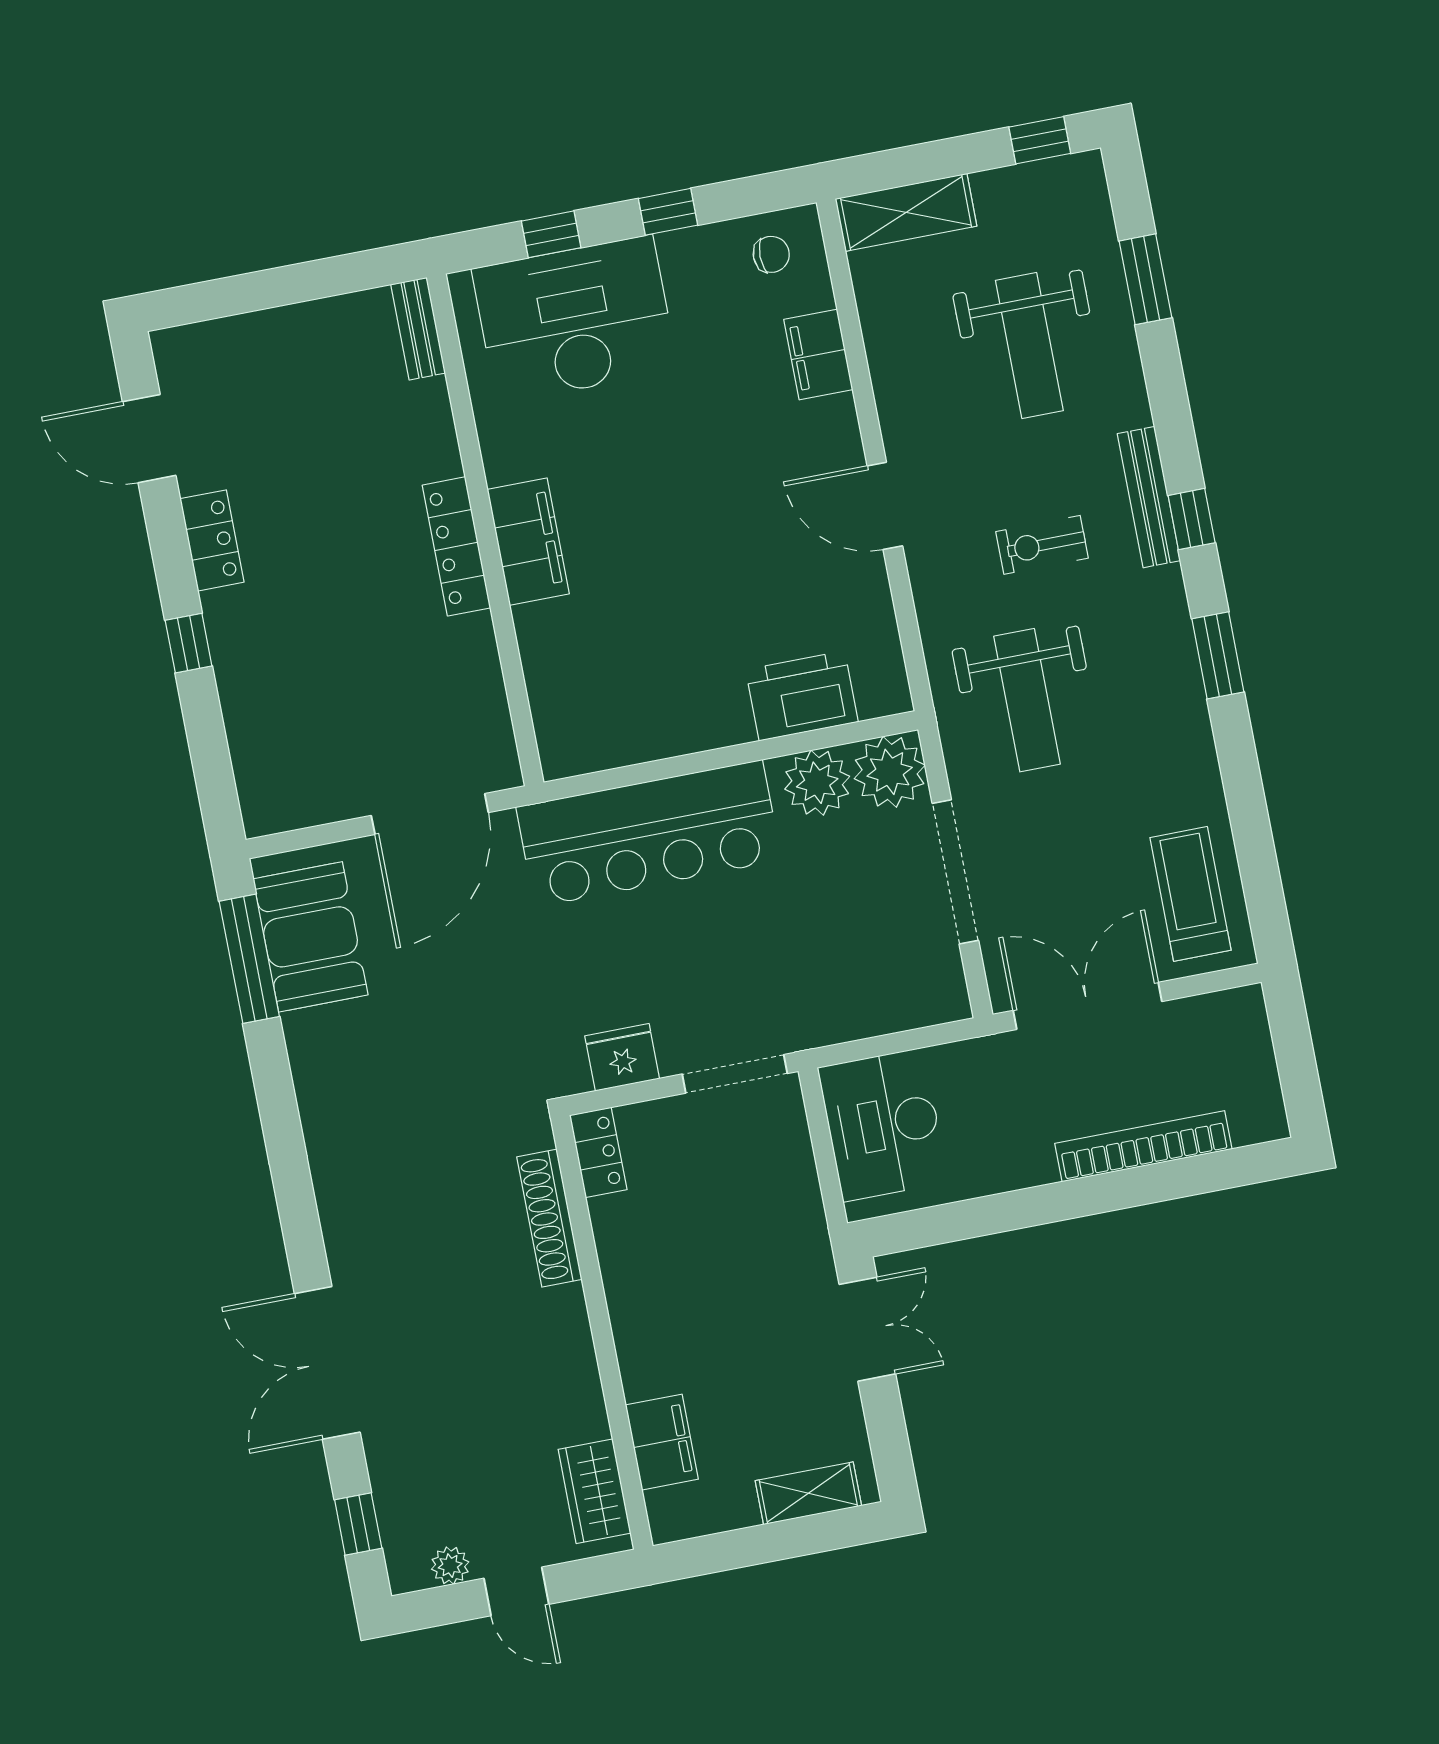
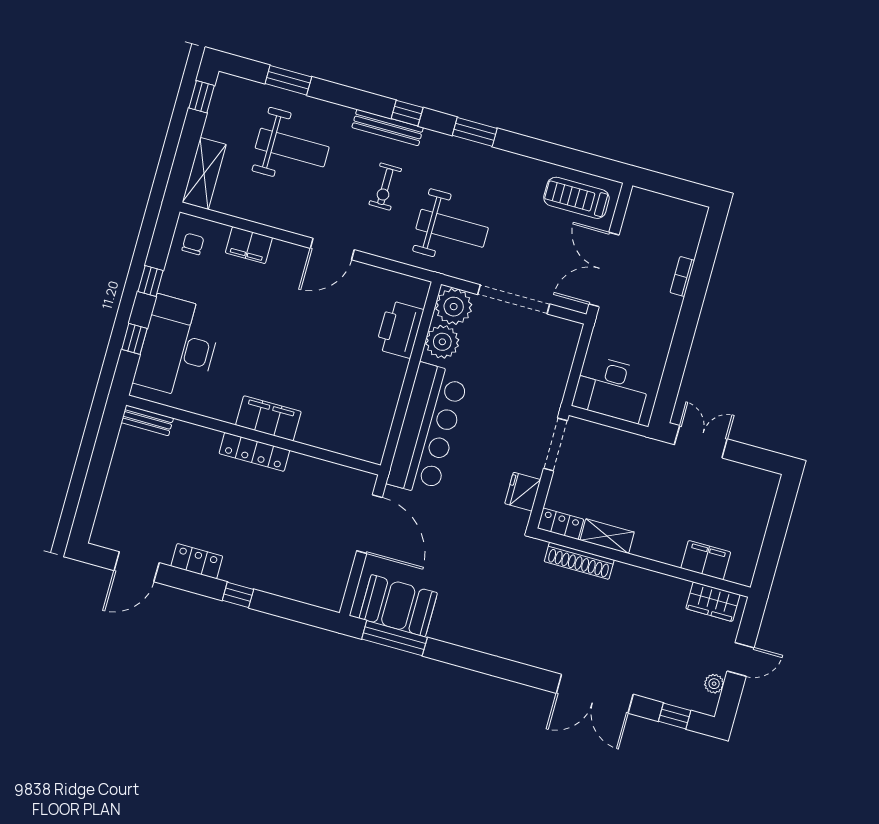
bookcase: (1143, 1146) -> (682, 276), width x0.43, depth x0.76
shelving: (808, 1493) -> (607, 536), moved, turned 90

